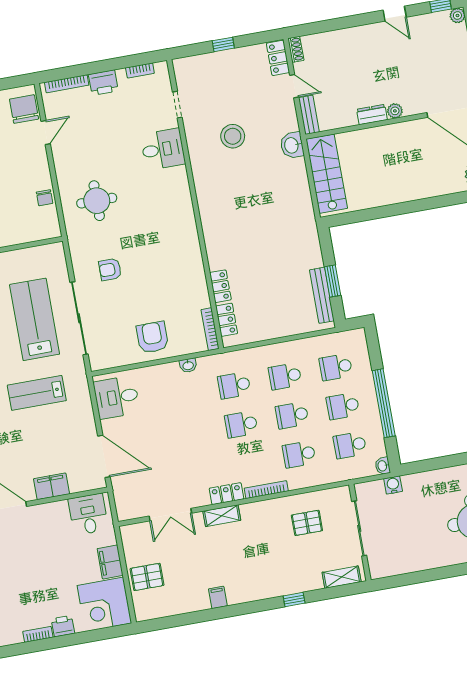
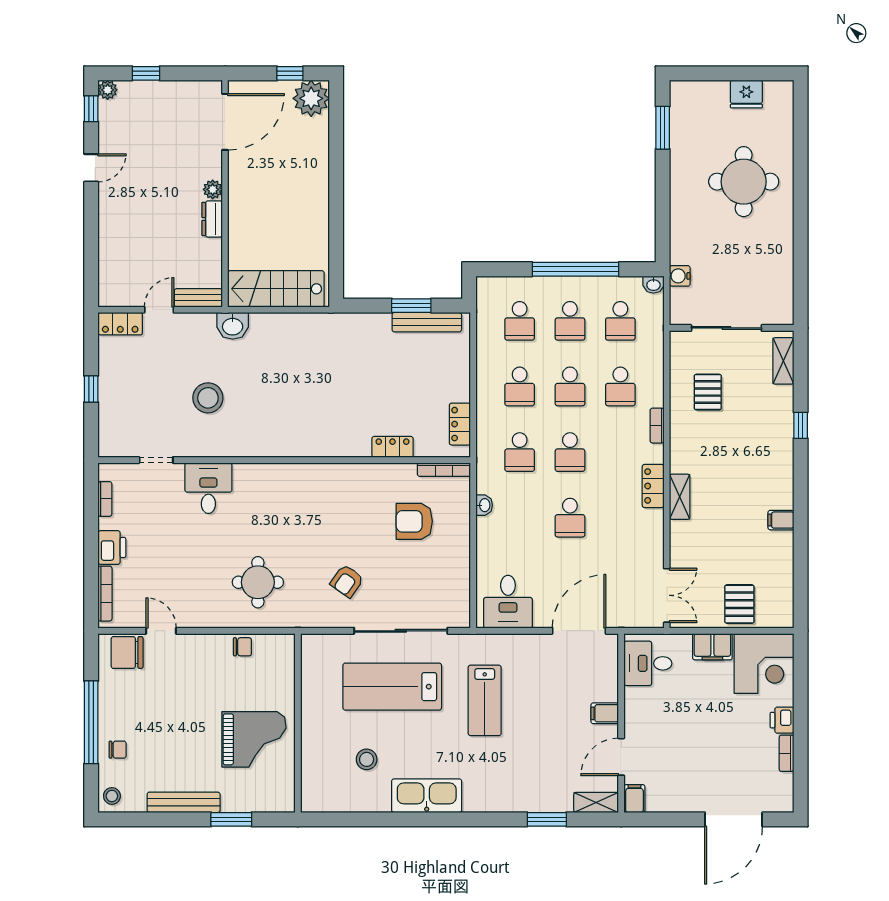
shoe rack: (296, 49) -> (114, 299), removed
armchair: (110, 269) -> (347, 581), turned 35
locker: (227, 320) -> (460, 424), moved, turned -90
armchair: (152, 337) -> (414, 521), moved
school desk: (190, 434) -> (570, 518), added
filing cabinet: (52, 486) -> (605, 713), width x0.50
bookcase: (266, 490) -> (657, 426), width x0.64
double door: (170, 515) -> (667, 595), moved

